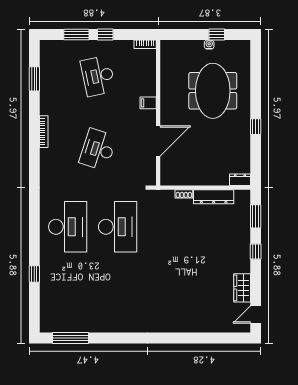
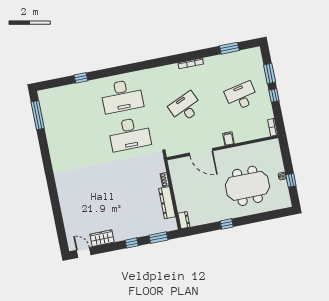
desk: (98, 149) -> (185, 107), turned -42

